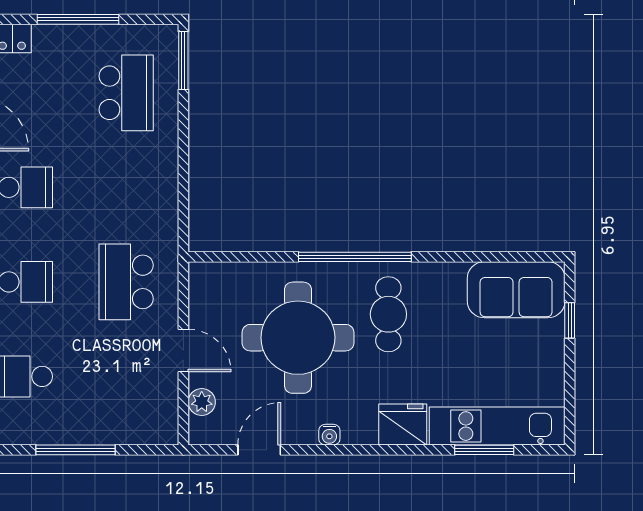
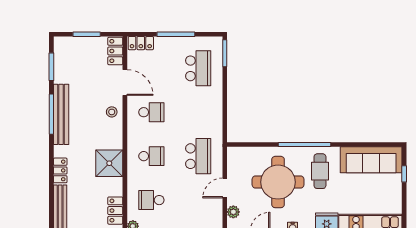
school desk: (126, 282) -> (198, 156), turned 180
sofa: (516, 290) -> (371, 160), width x1.36
door: (183, 351) -> (225, 188), swing flipped

